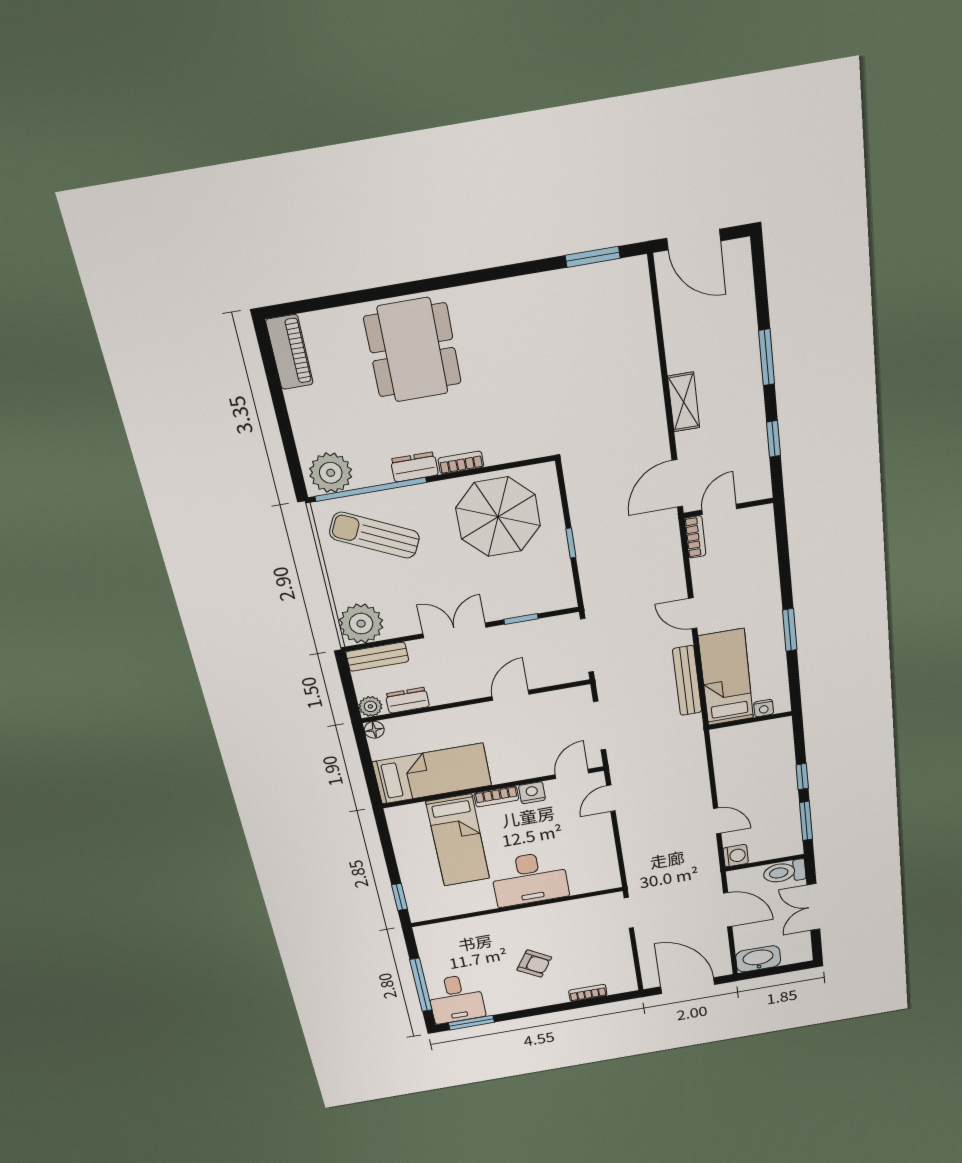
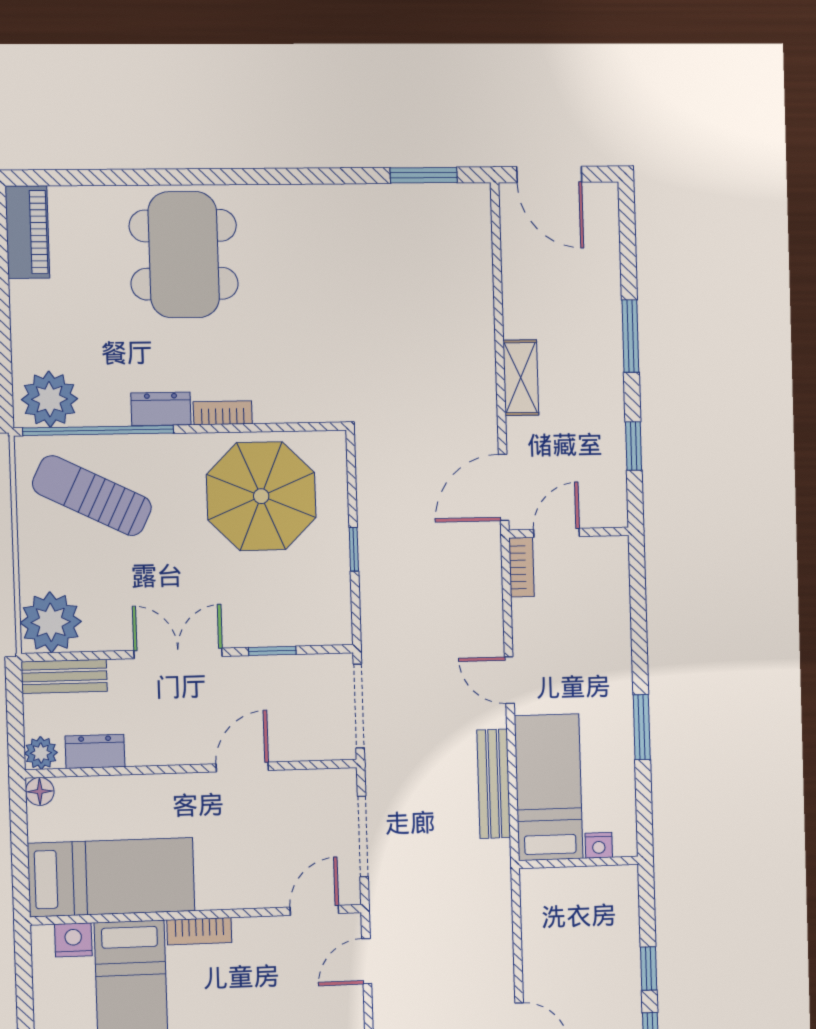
nightstand: (532, 793) -> (73, 940), moved

